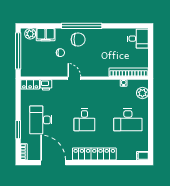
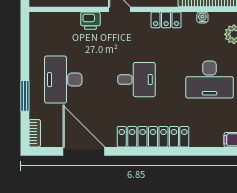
locker: (30, 84) -> (166, 20), moved
printer: (46, 85) -> (90, 21), moved
desk: (84, 120) -> (136, 80), turned -90

